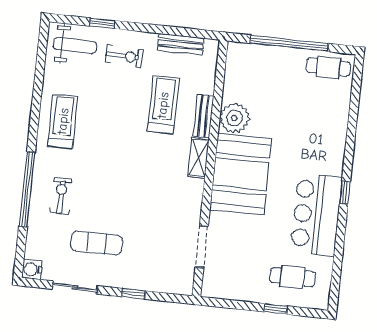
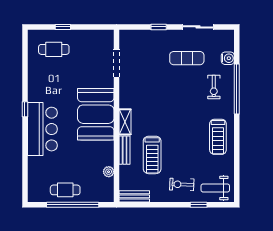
bench: (181, 44) -> (134, 196), moved
cafe table: (328, 67) -> (65, 190), moved
plant: (234, 118) -> (109, 172), moved, width x0.53, depth x0.53
bar counter: (316, 215) -> (42, 129), moved
water cooler: (32, 269) -> (228, 58), moved

